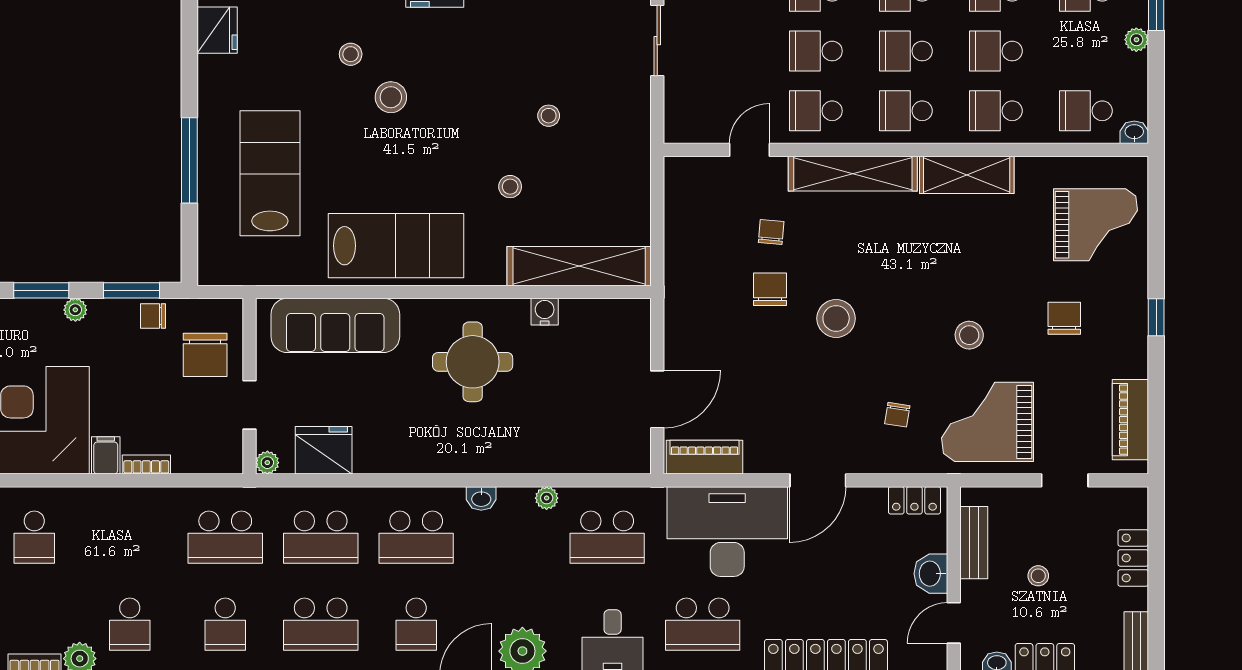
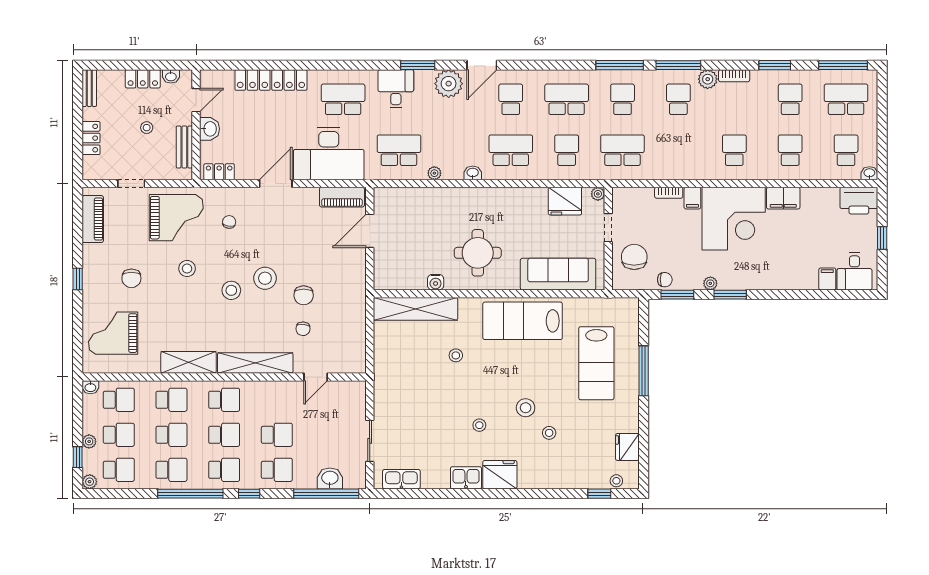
school desk: (816, 111) -> (119, 435), moved
stool: (549, 116) -> (479, 425), moved
stool: (894, 298) -> (231, 290), added
school desk: (321, 537) -> (567, 150), width x0.54

